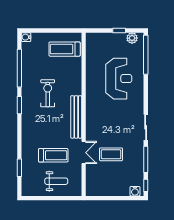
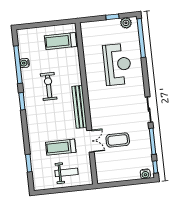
water cooler: (26, 37) -> (24, 63), moved
treadmill: (53, 155) -> (61, 147), turned 180

